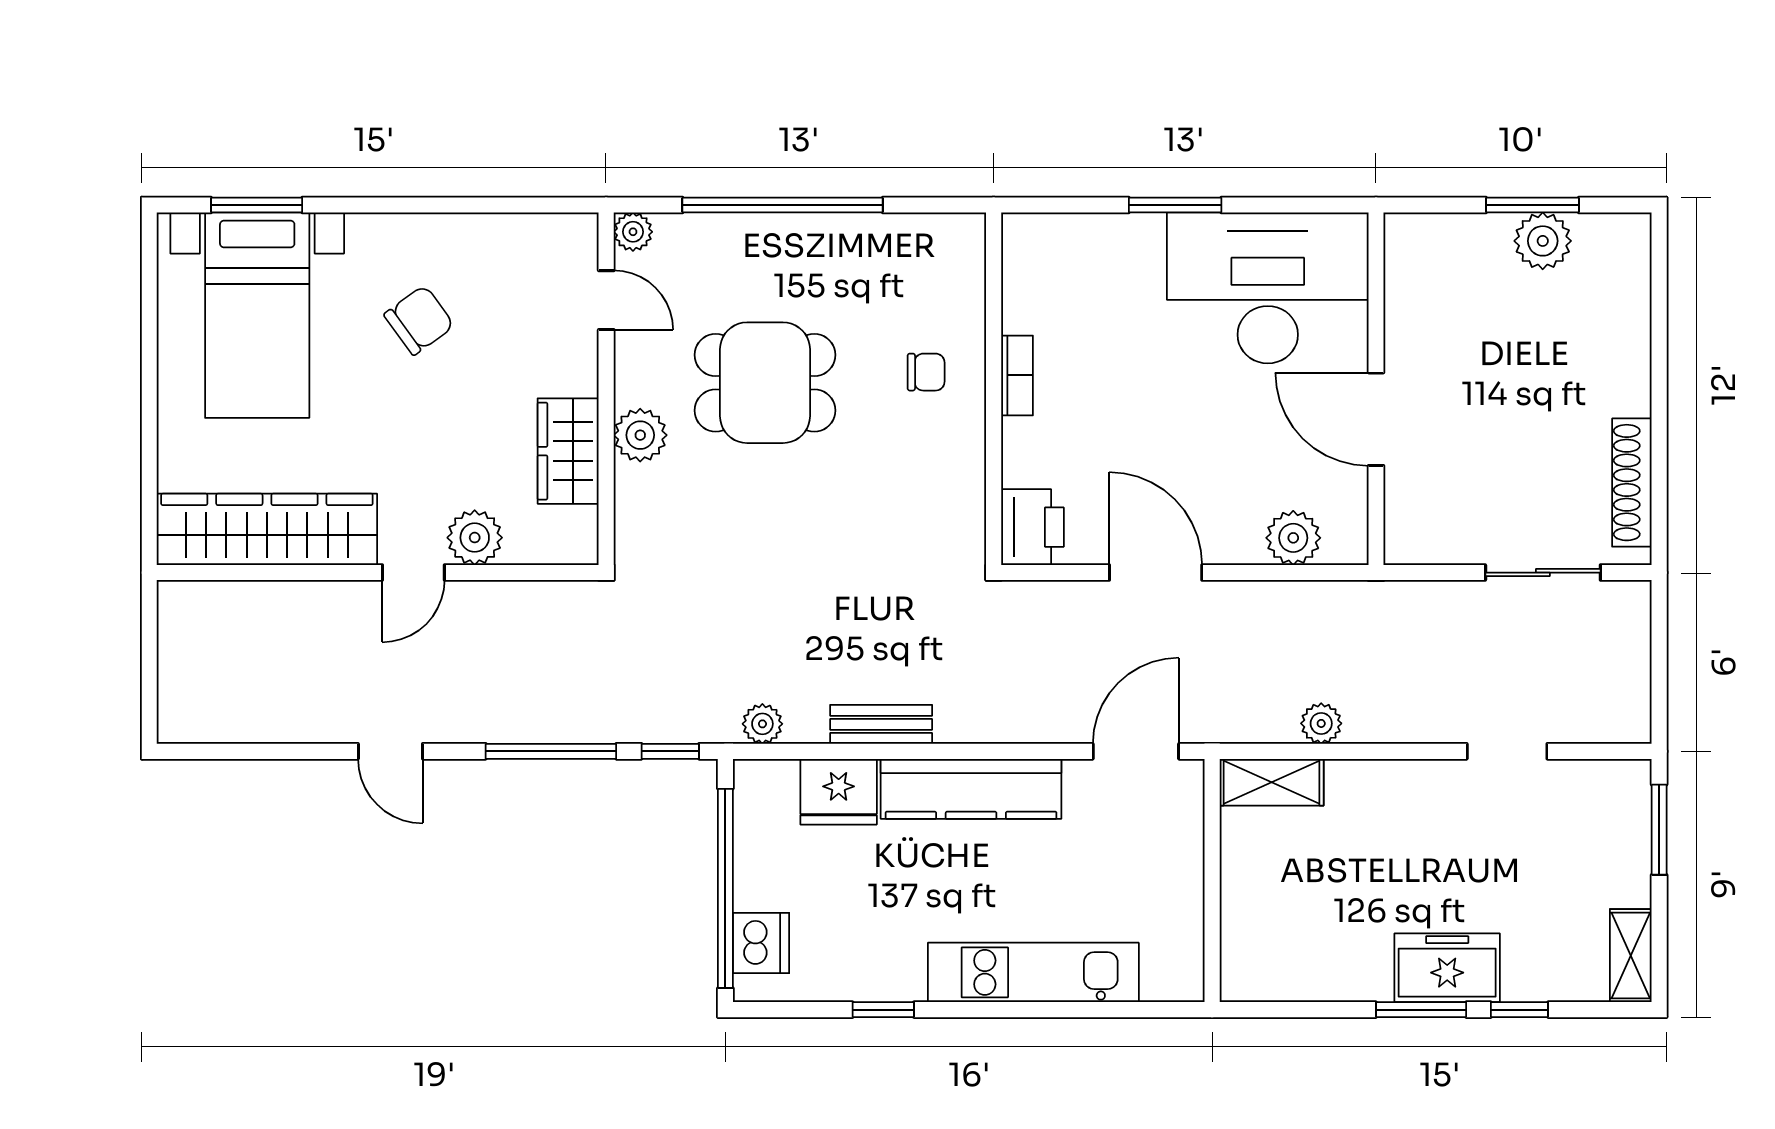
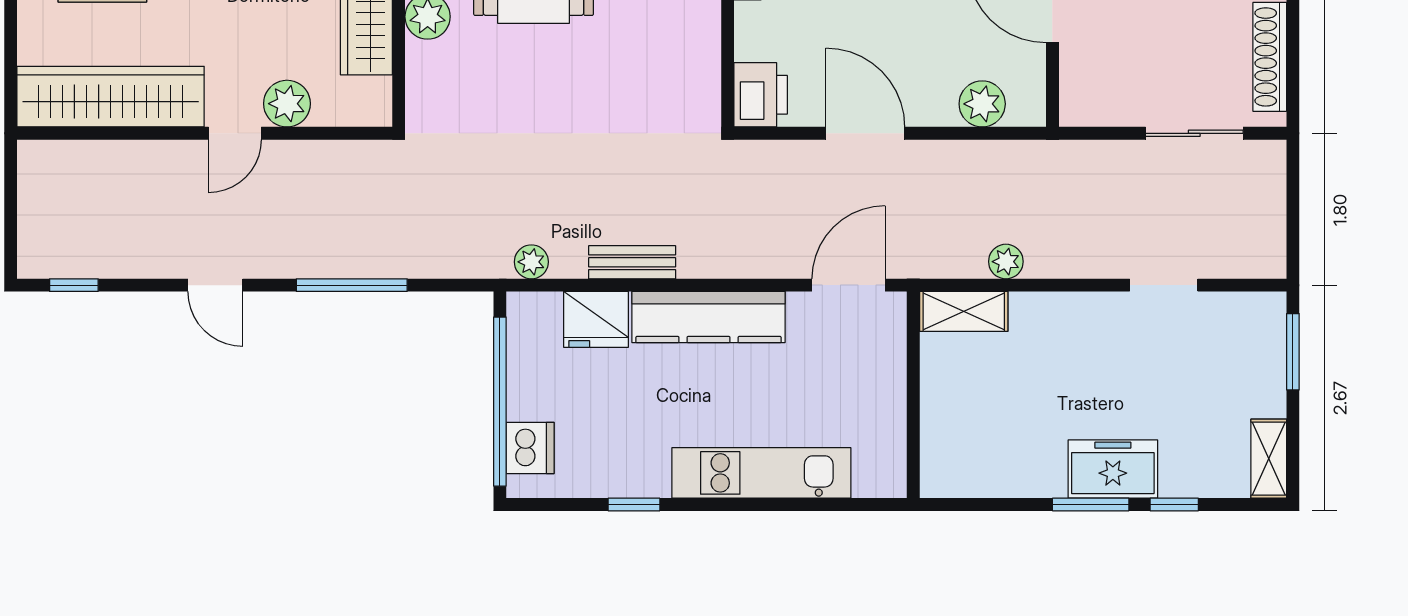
window: (670, 751) -> (74, 285), moved

